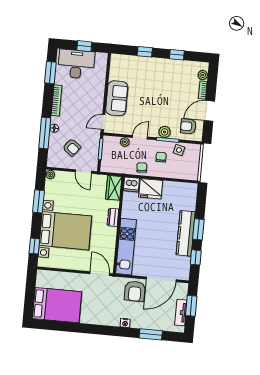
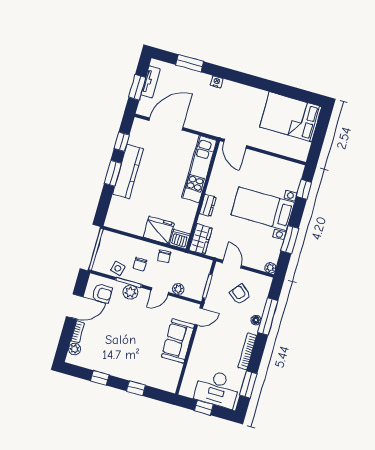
bed with nightstands: (65, 231) -> (263, 209), width x0.73
armchair: (135, 291) -> (199, 116), removed

